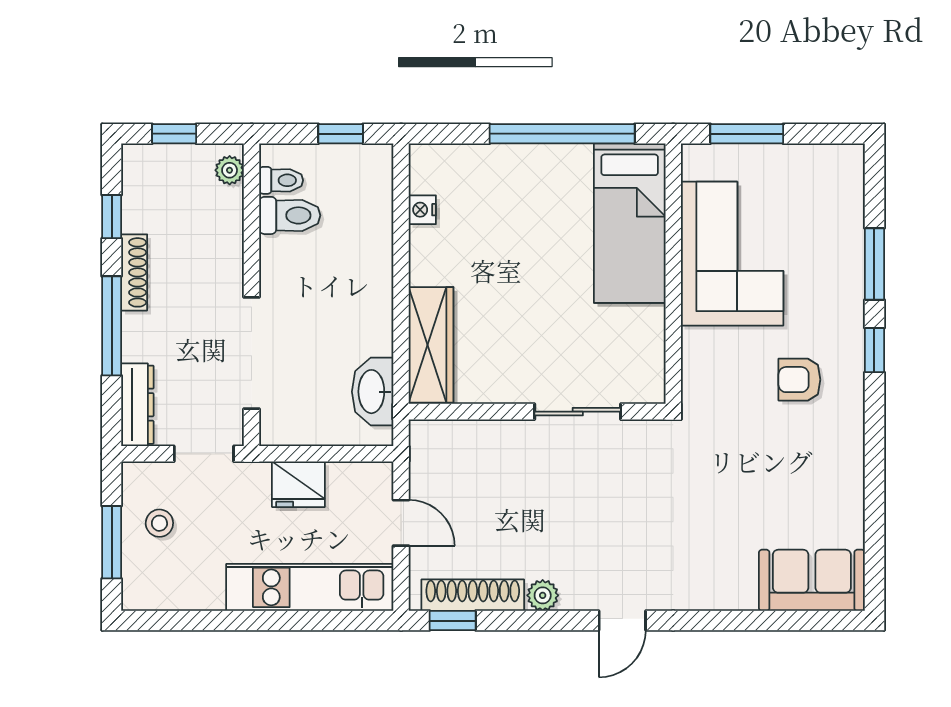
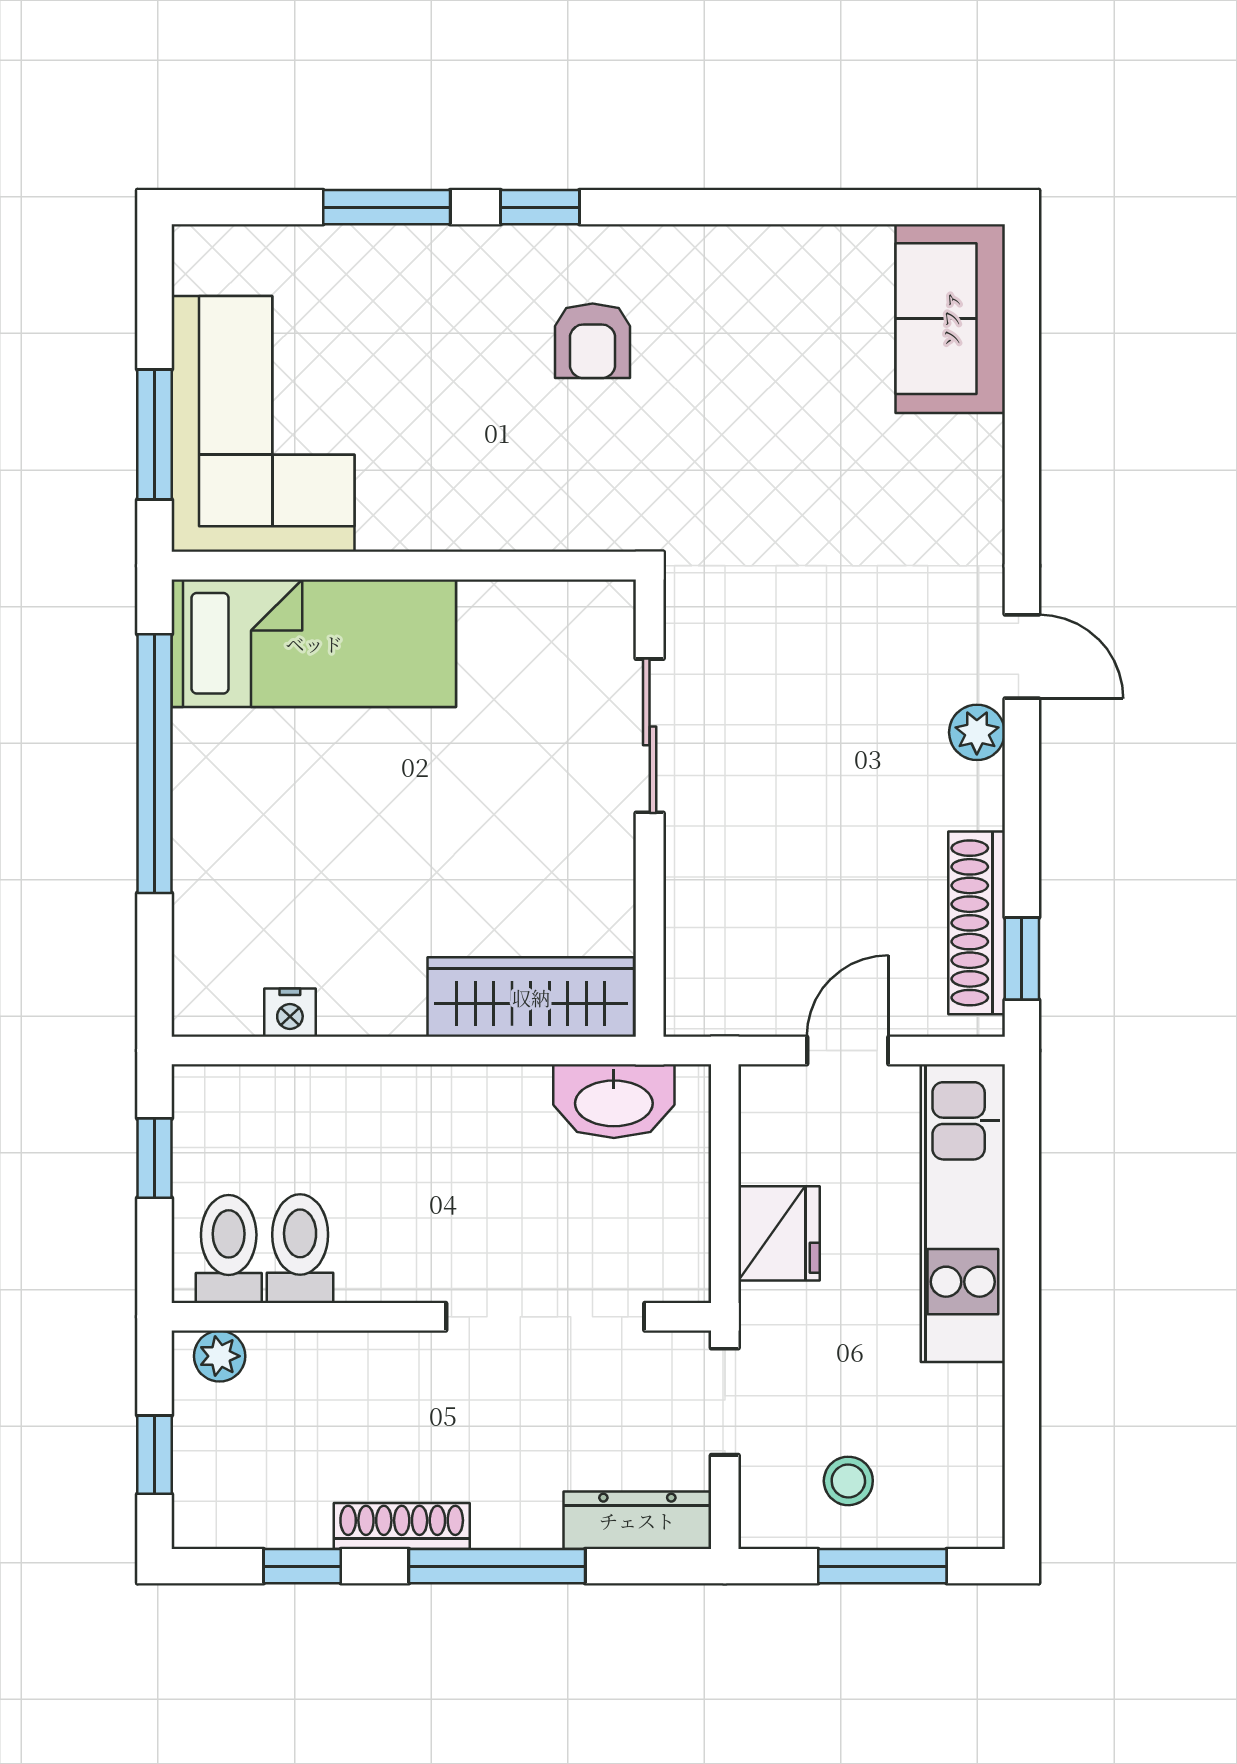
toilet: (281, 180) -> (229, 1249), width x1.37, depth x1.39
corner sofa: (732, 254) -> (263, 424), moved, turned 90
plant: (543, 595) -> (977, 732), moved

